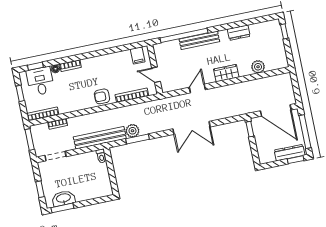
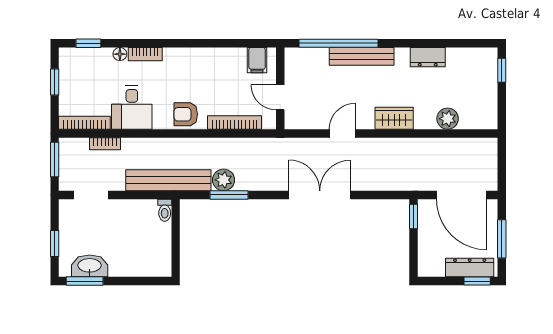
desk: (40, 81) -> (132, 108), moved, turned 180
double door: (192, 128) -> (320, 195), swing flipped
window: (305, 132) -> (502, 239), width x0.69

